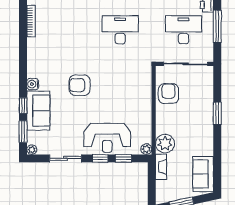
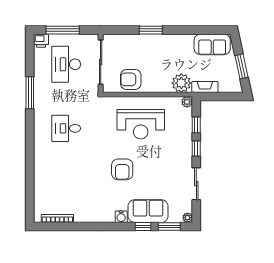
desk: (120, 30) -> (66, 128), width x0.73
reception desk: (107, 138) -> (141, 124), moved, turned 90

